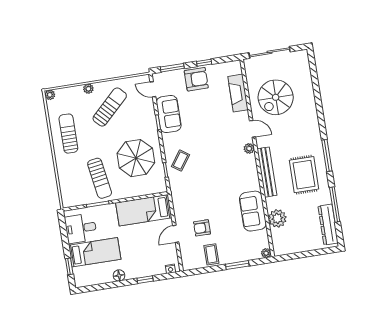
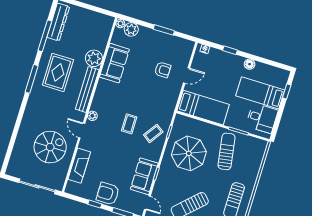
plant: (277, 218) -> (94, 58), moved
plant: (252, 252) -> (131, 29), added
coffee table: (211, 254) -> (129, 124), moved
window: (237, 265) -> (164, 30), moved

